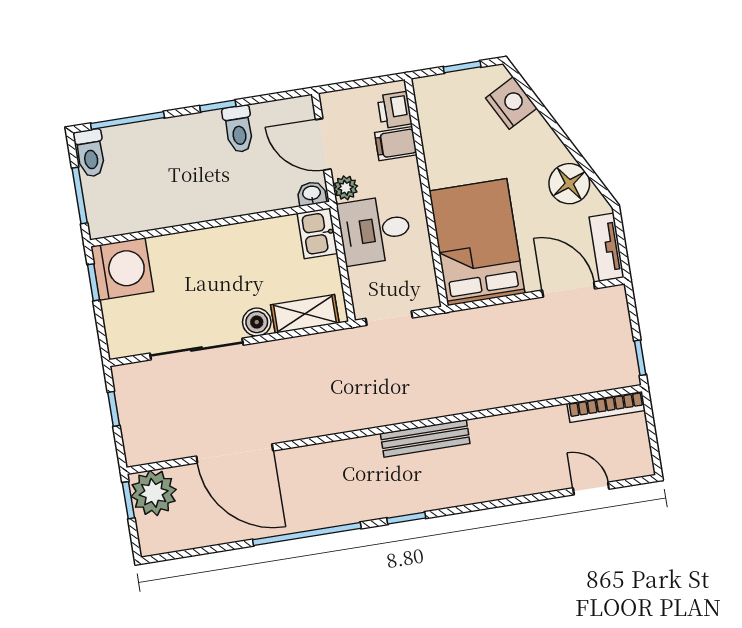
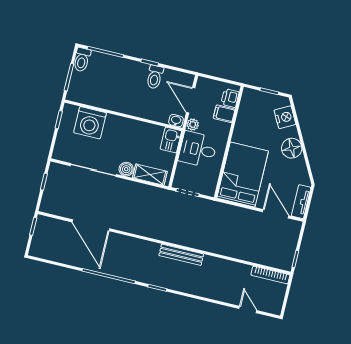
floor lamp: (569, 184) -> (292, 148), moved
washing machine: (122, 269) -> (90, 123), moved, turned 90
plant: (154, 493) -> (46, 228), removed

